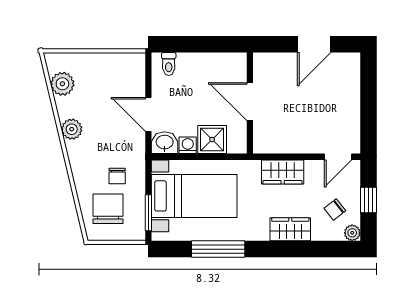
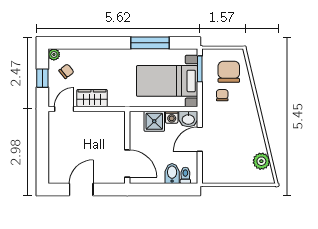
bidet: (187, 67) -> (172, 174), added
door: (250, 102) -> (127, 164), moved
door: (148, 114) -> (200, 139), swing flipped
plant: (72, 129) -> (255, 129), removed
wardrobe: (283, 172) -> (92, 98), moved
chair: (108, 209) -> (229, 72), turned 180
wardrobe: (290, 229) -> (98, 57), removed

